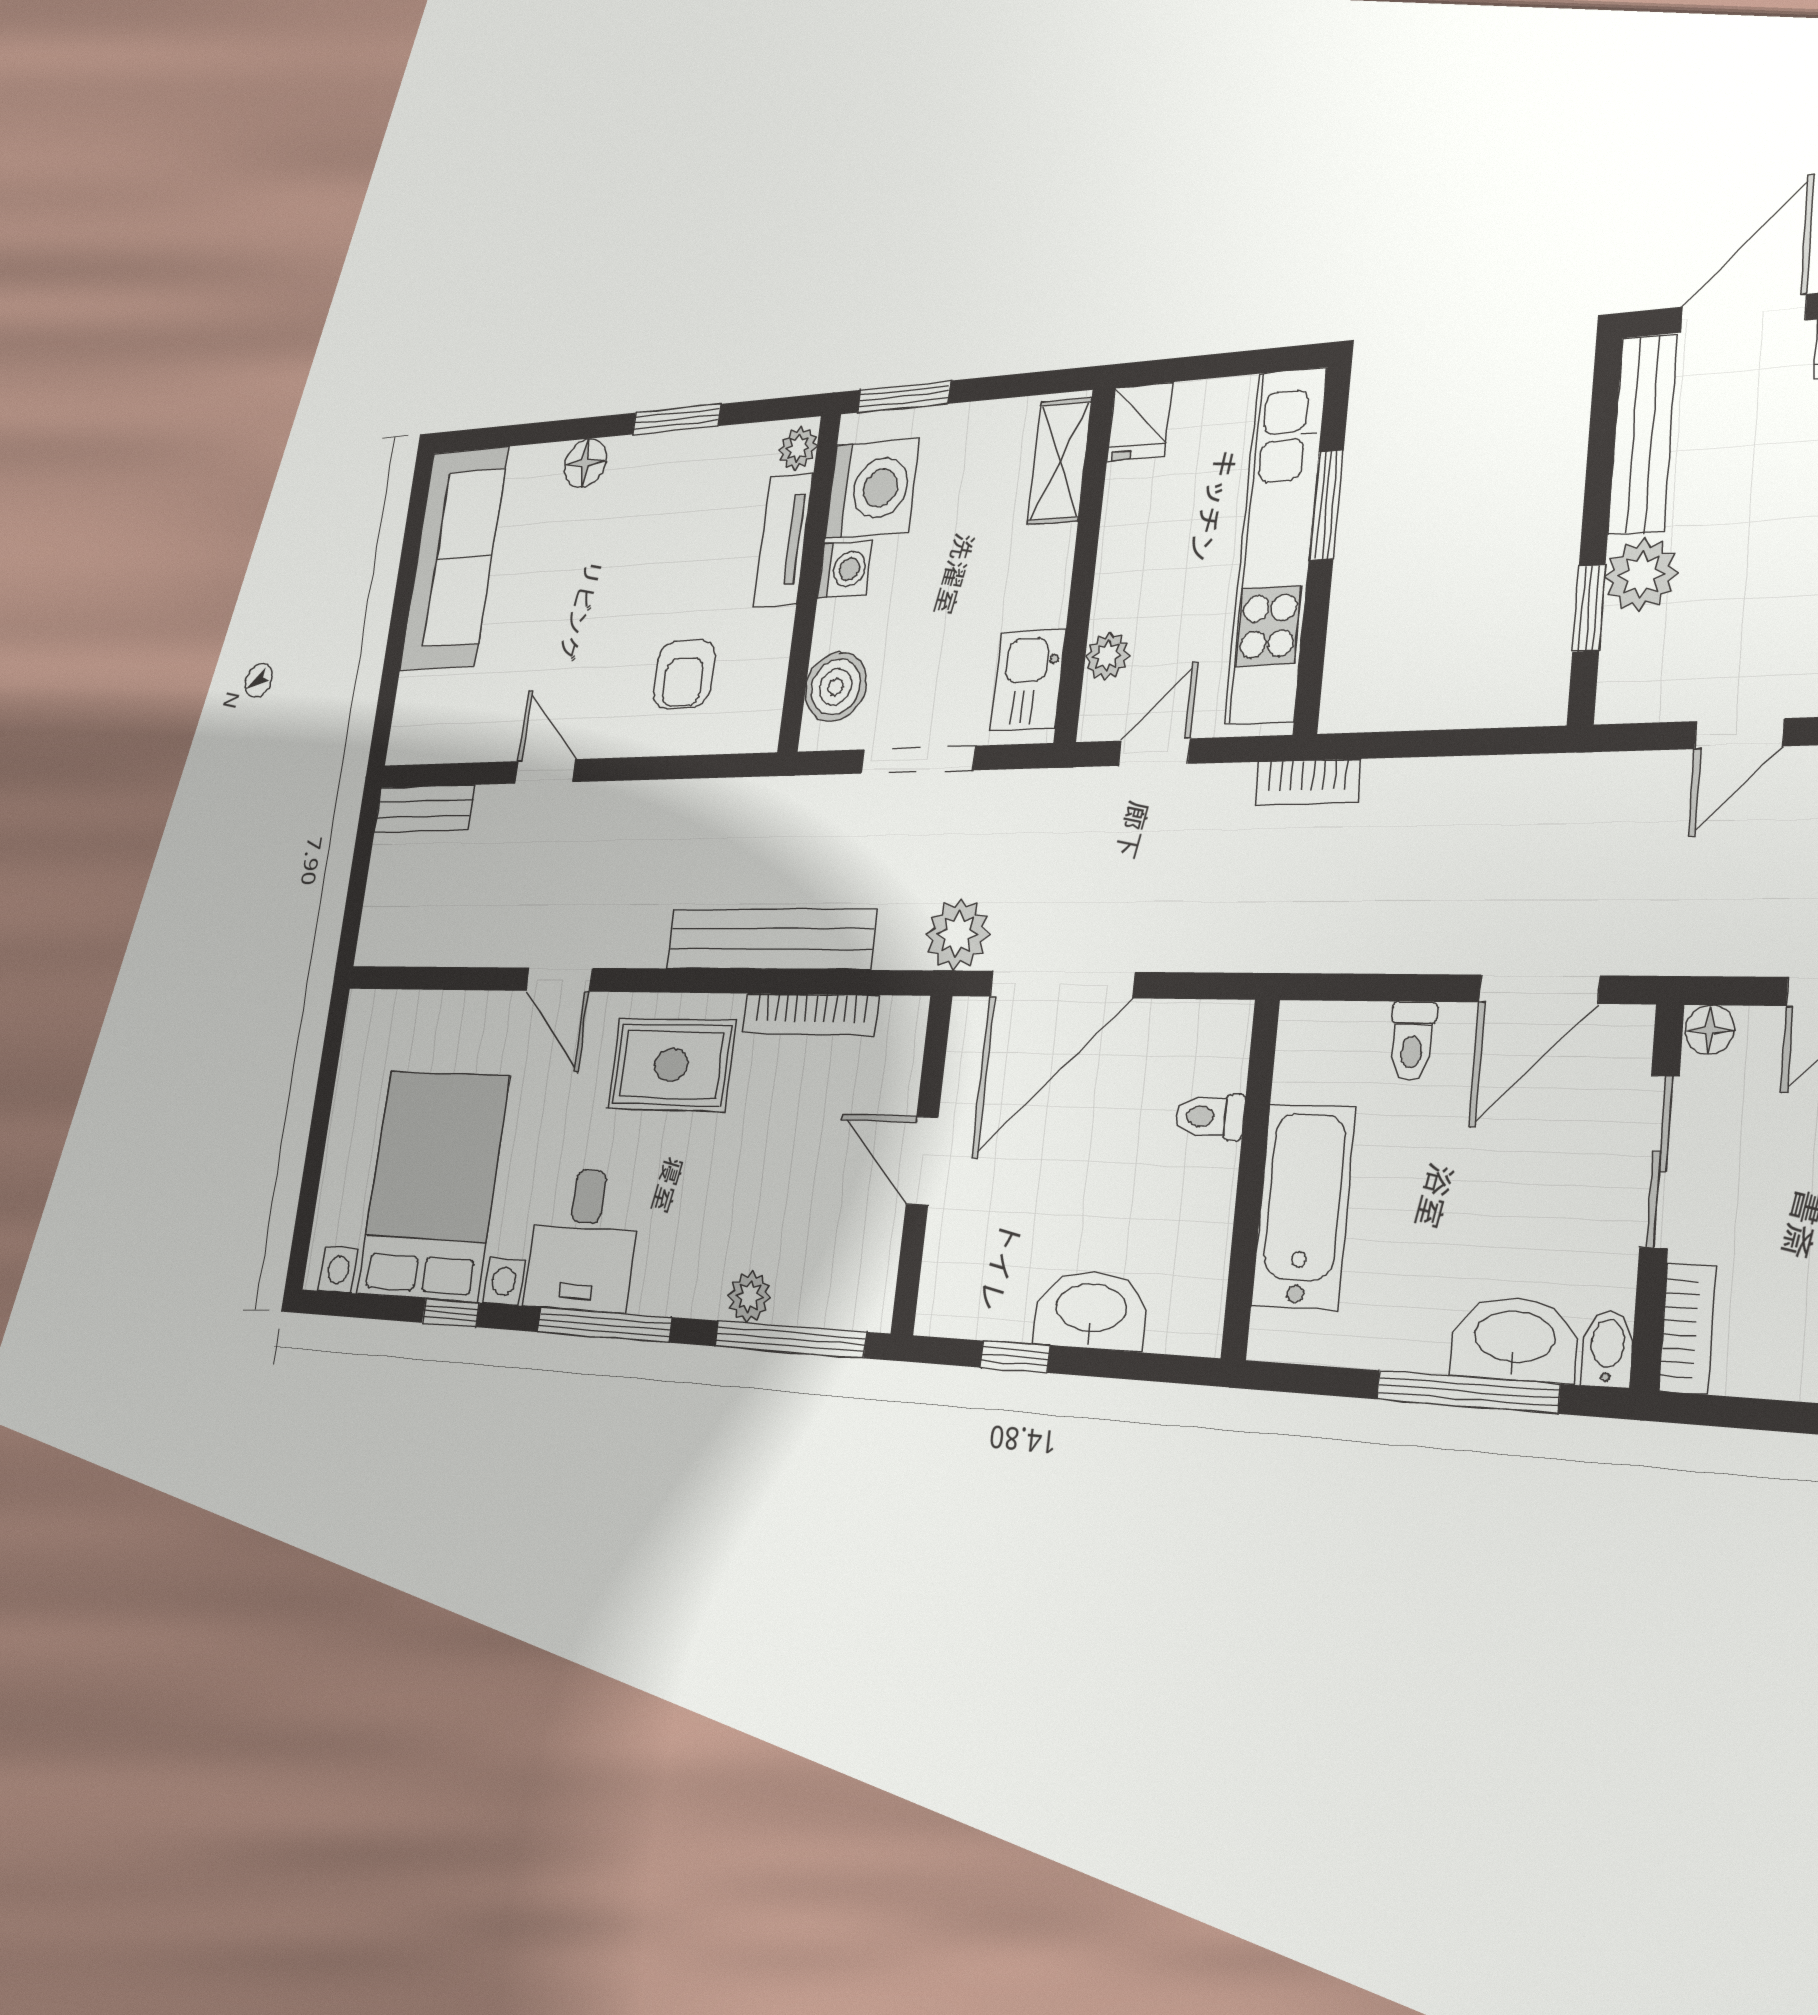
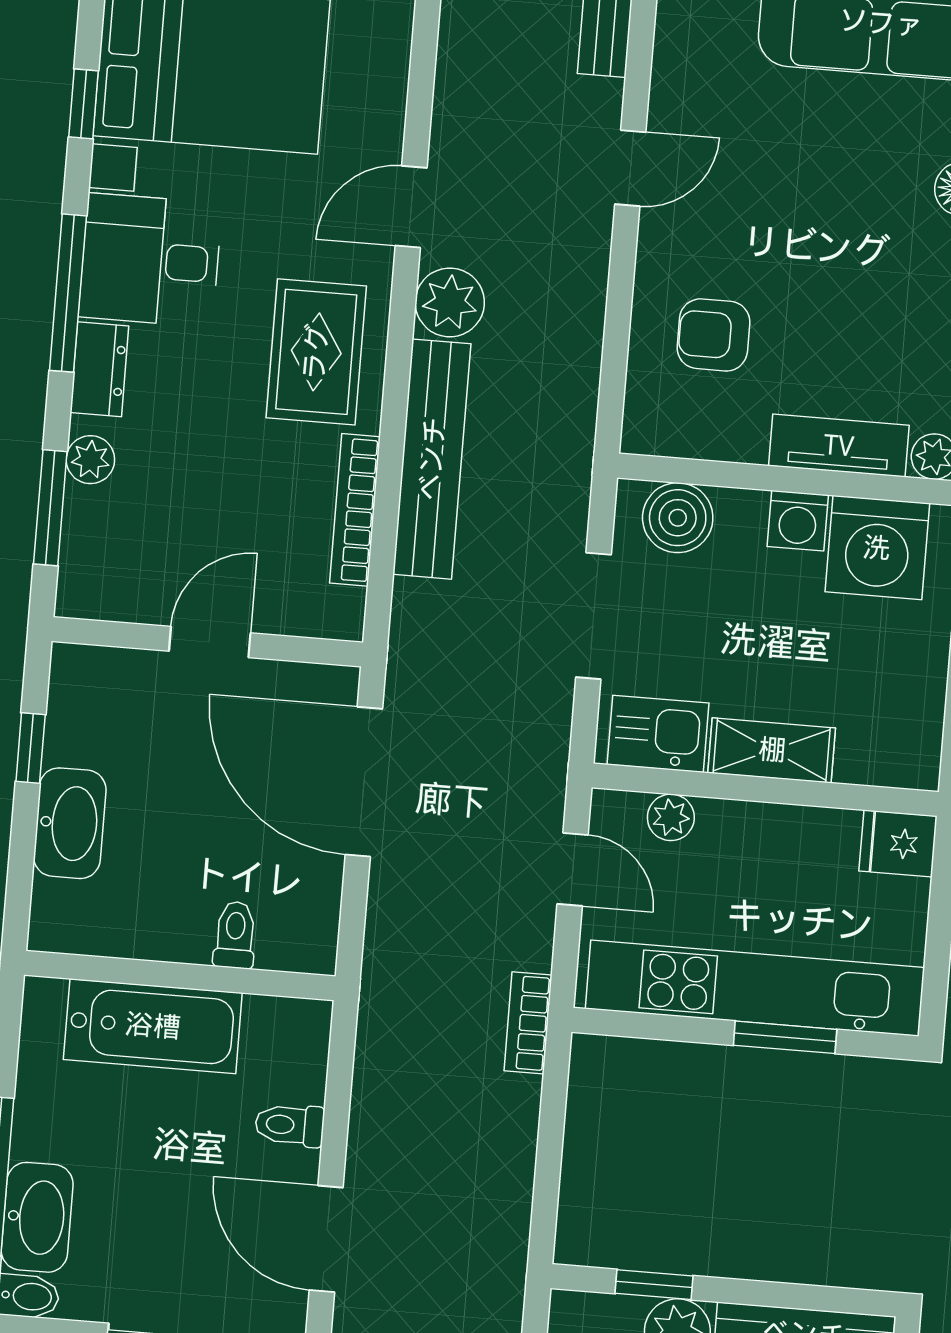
shelving: (1060, 461) -> (772, 750), moved
plant: (957, 934) -> (450, 302), moved
dresser: (671, 1290) -> (99, 369), added
window: (790, 1339) -> (50, 508), width x0.69

